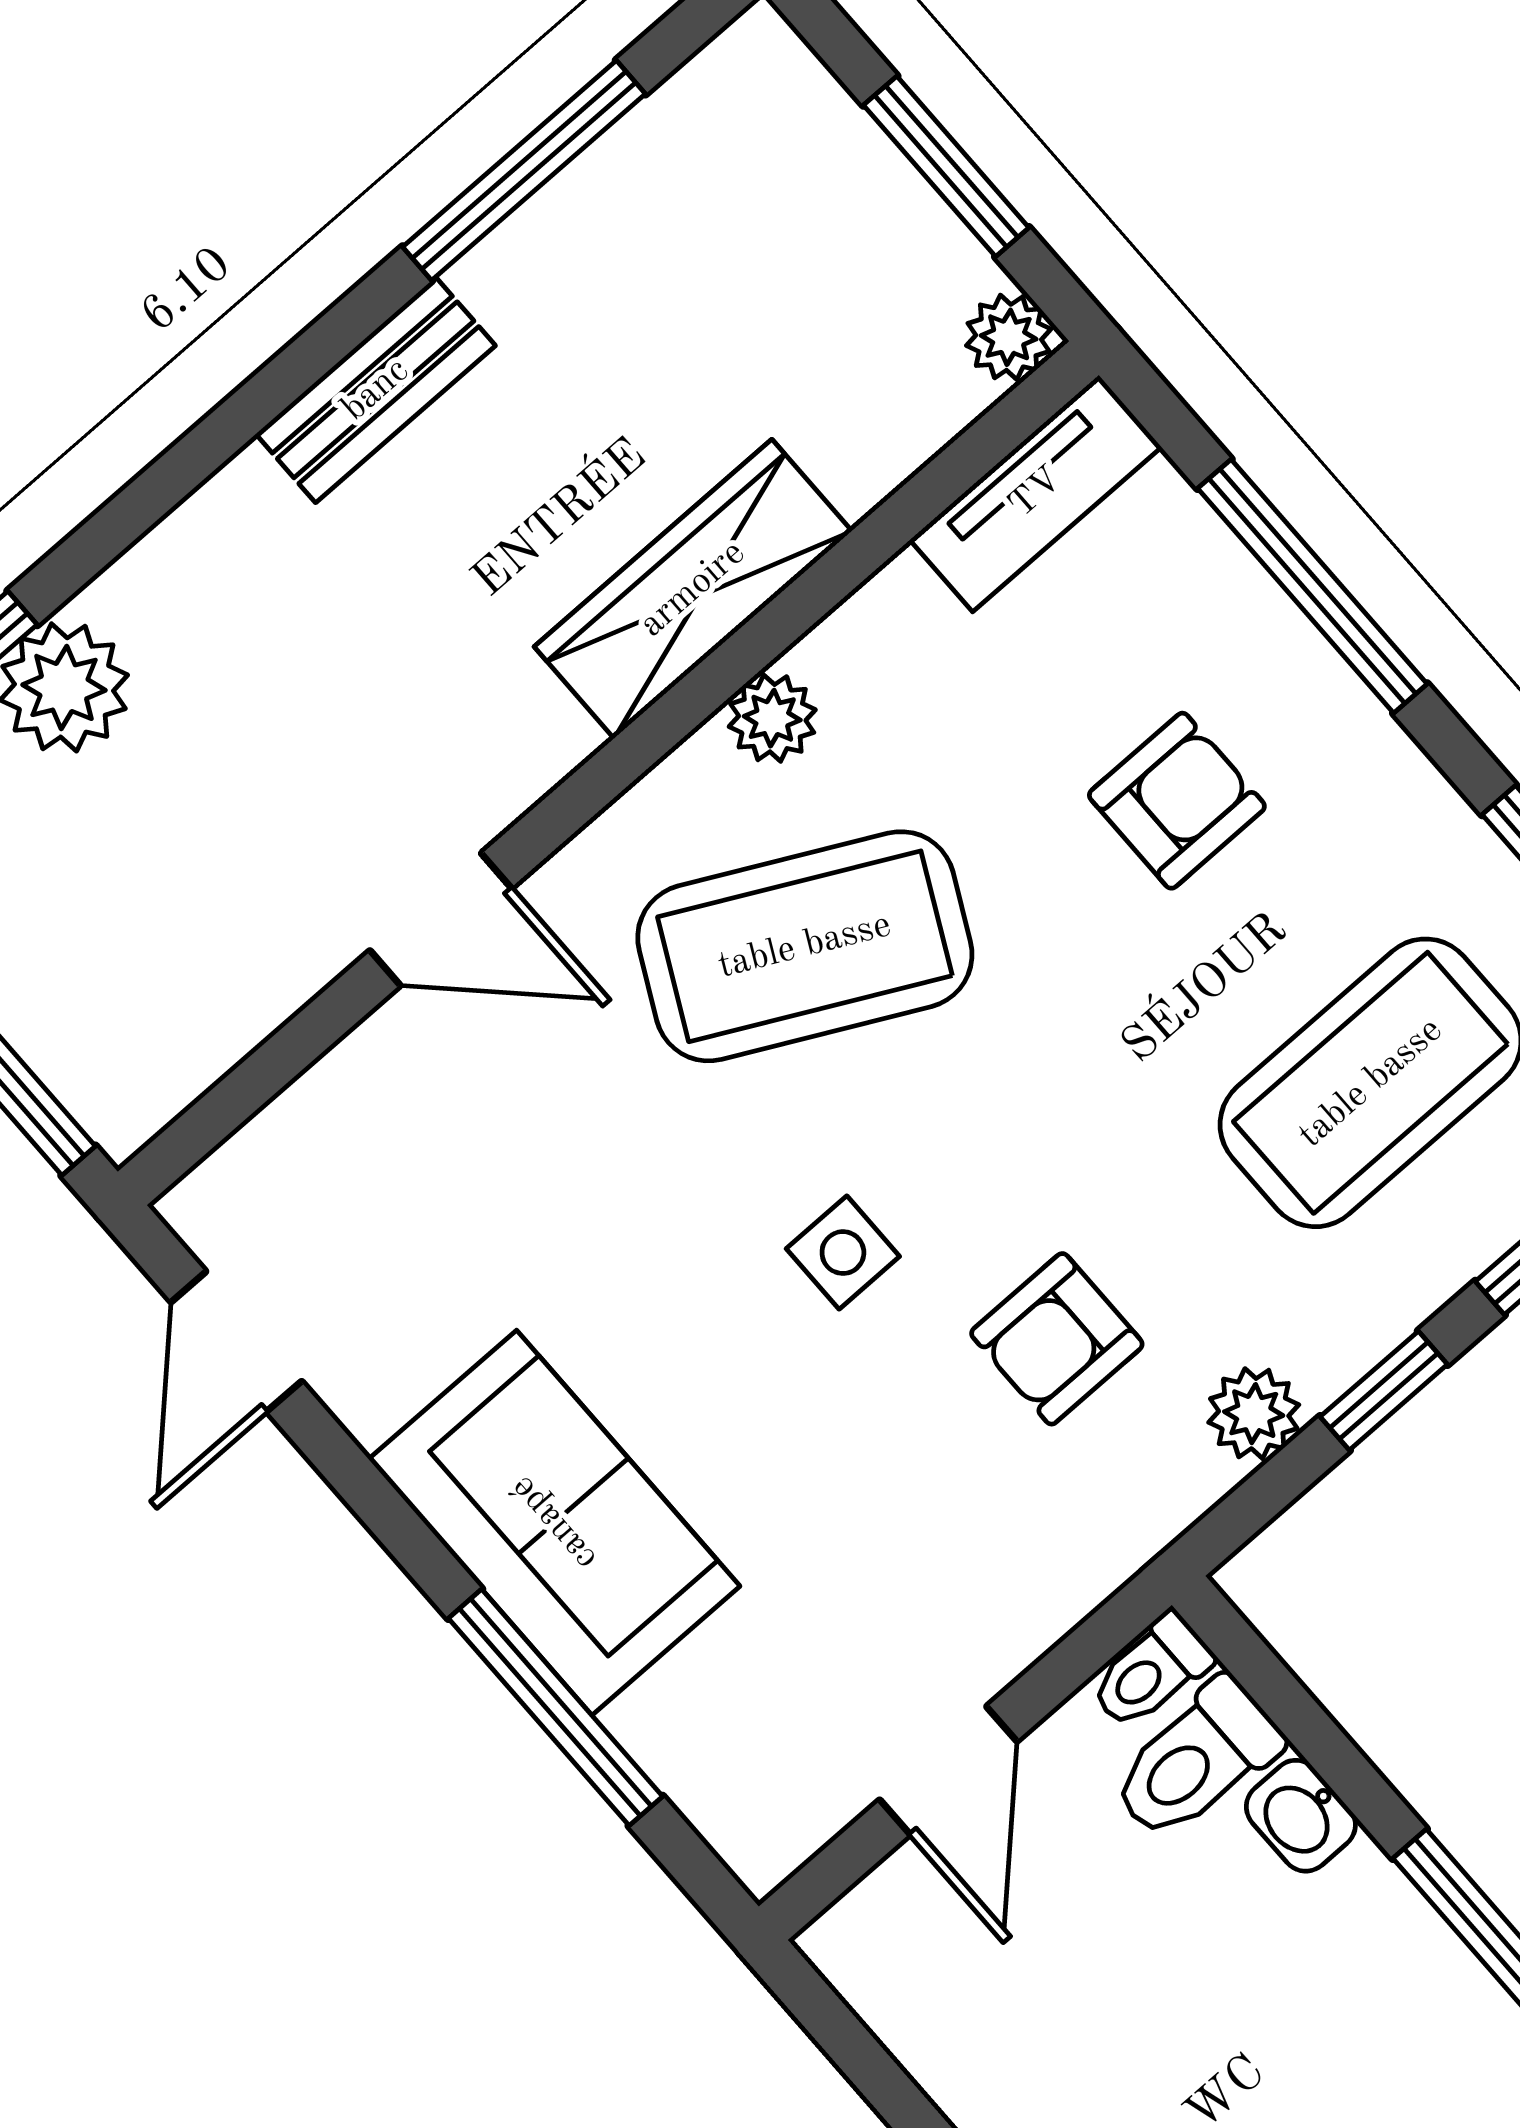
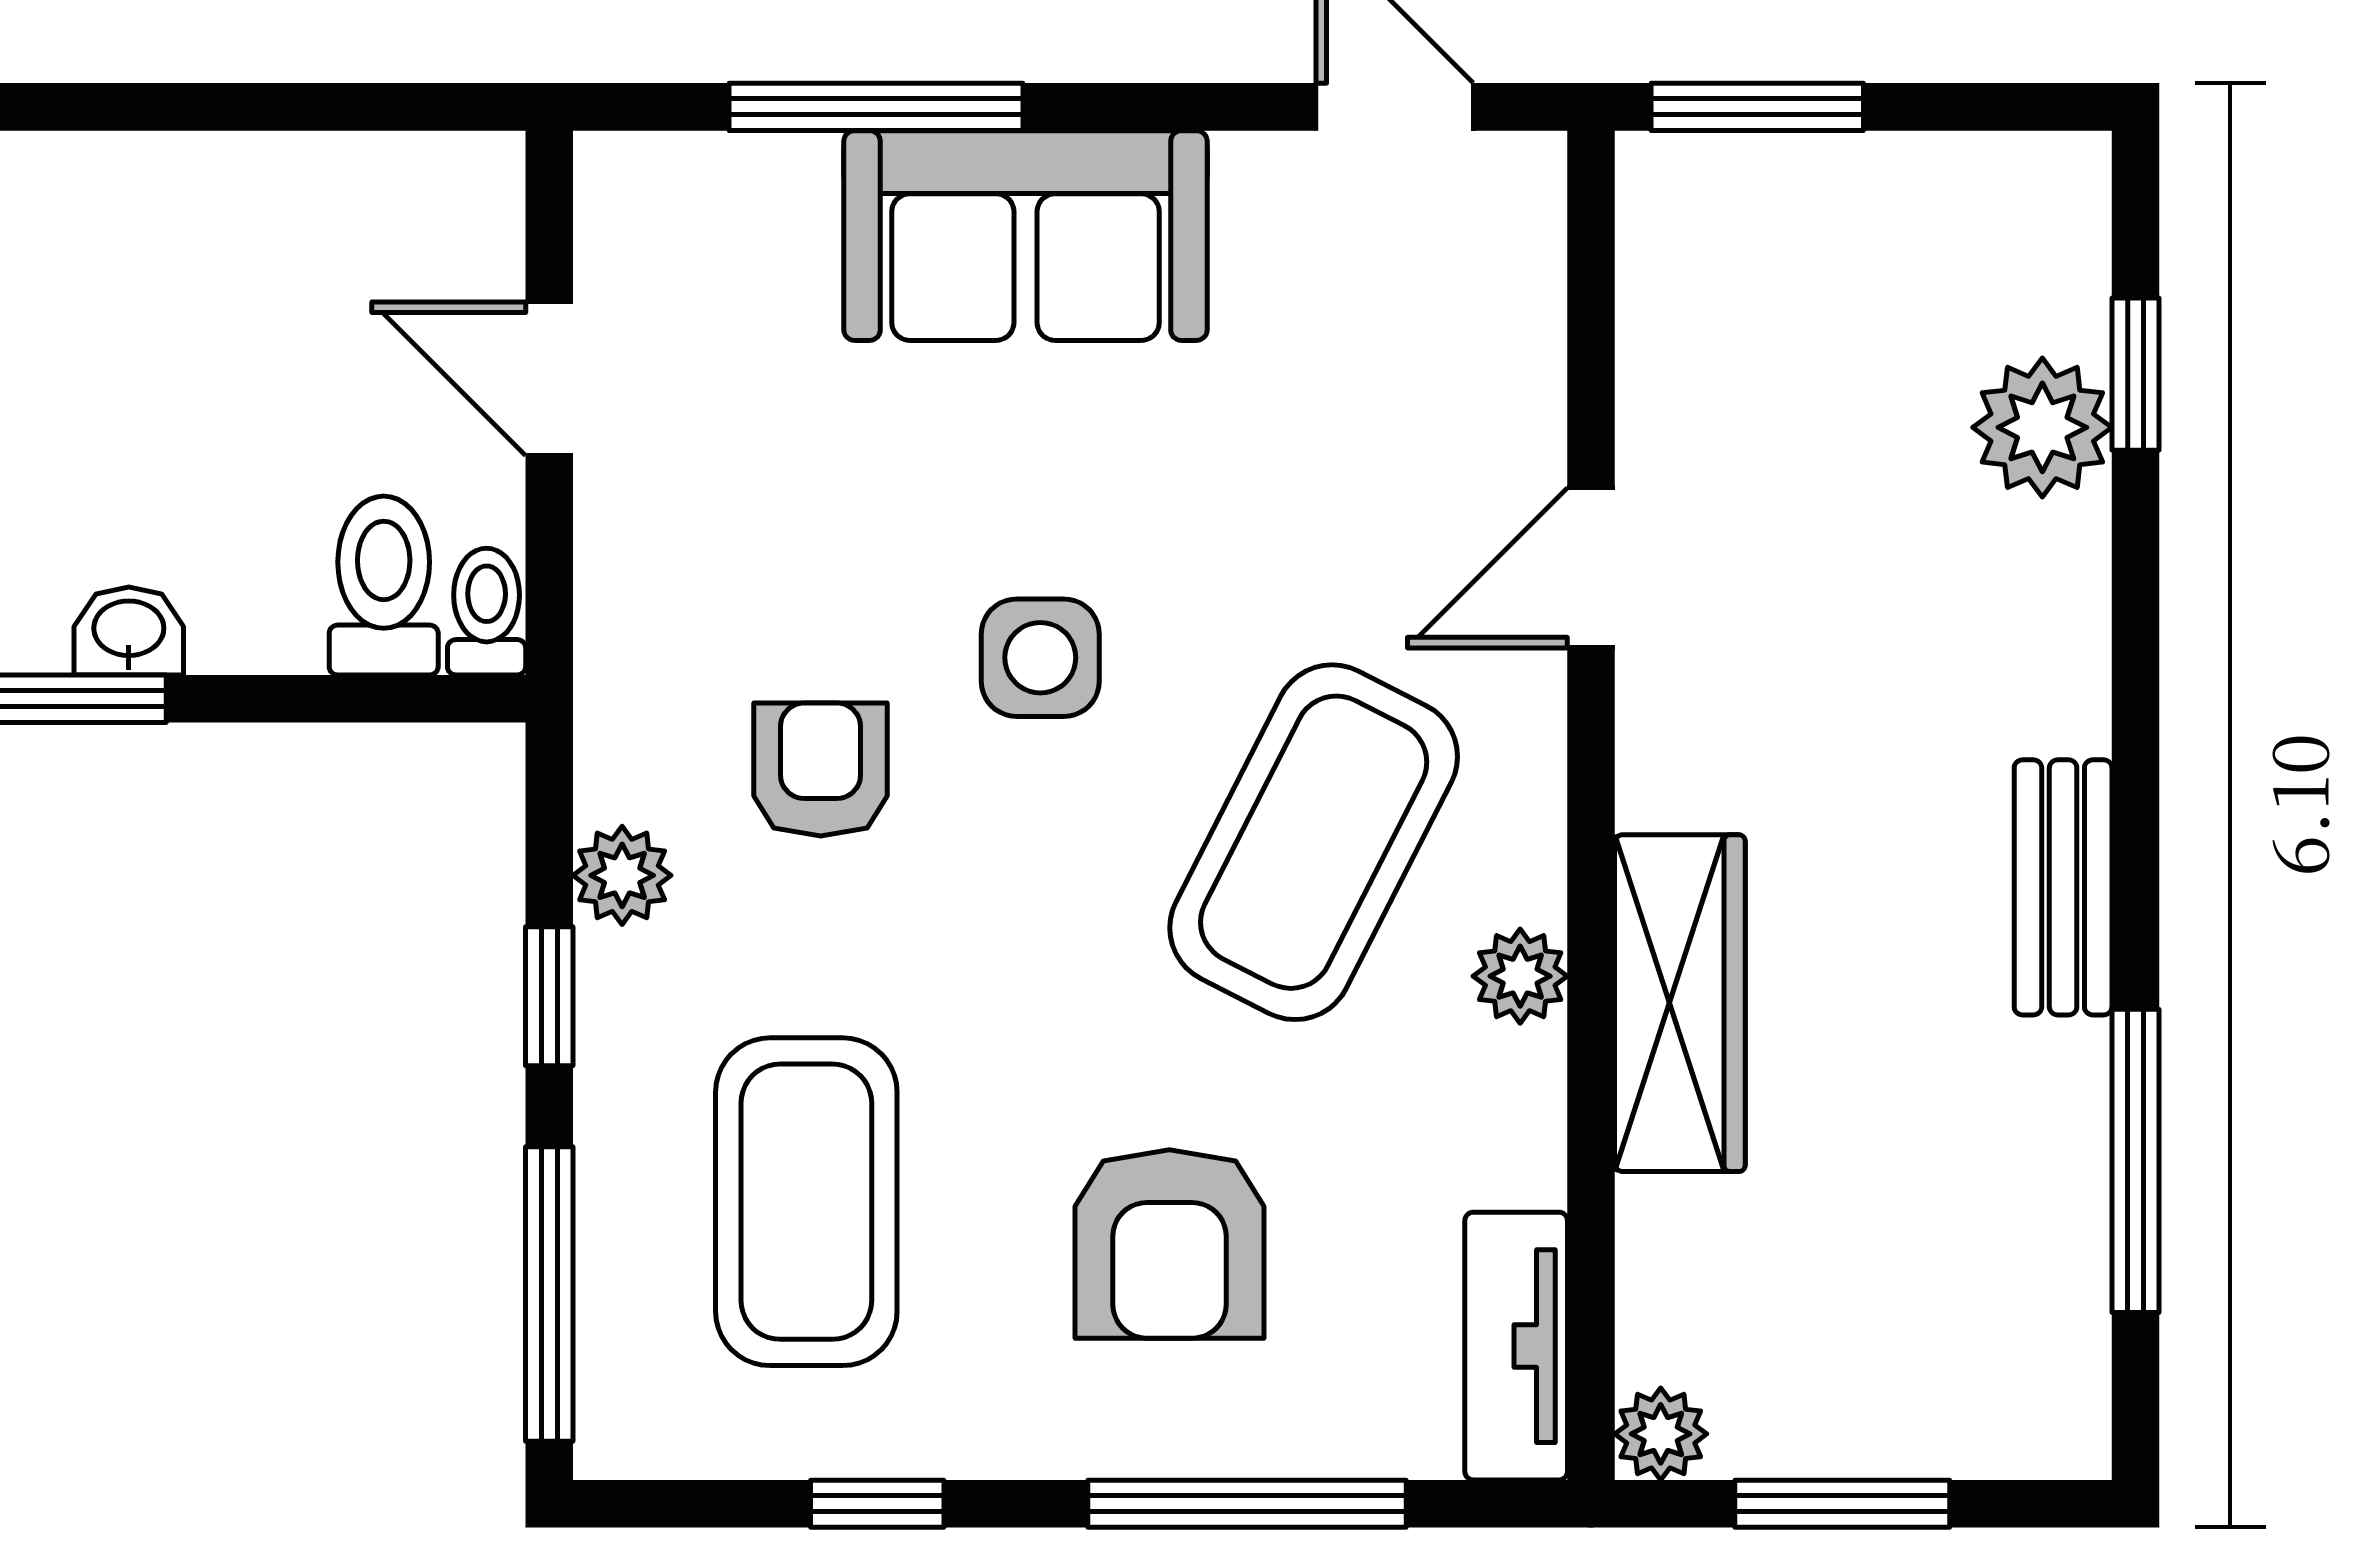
armchair: (1177, 801) -> (1169, 1244), width x1.38, depth x1.38
side table: (843, 1253) -> (1040, 658), width x1.37, depth x1.37
washbasin: (1301, 1816) -> (129, 631), moved

